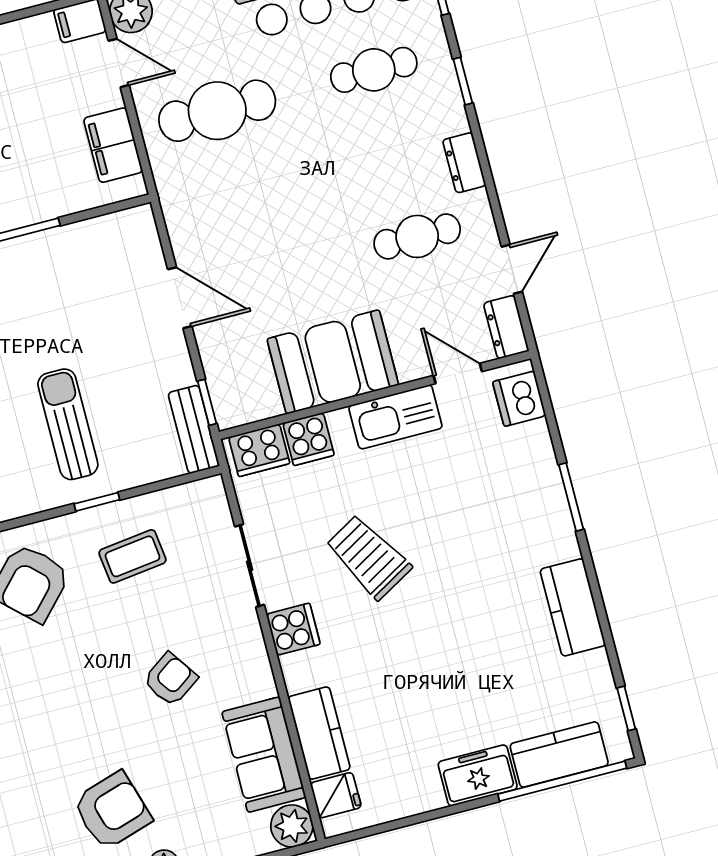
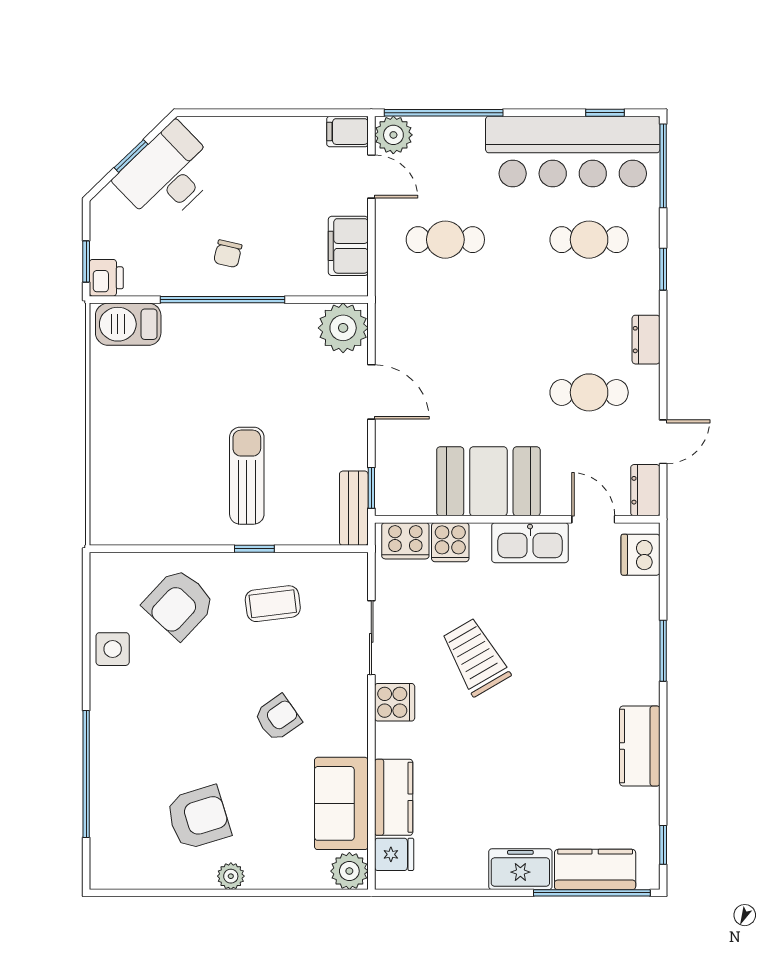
cafe table: (217, 111) -> (445, 240), width x0.73, depth x0.74
plant: (131, 236) -> (343, 328), added

